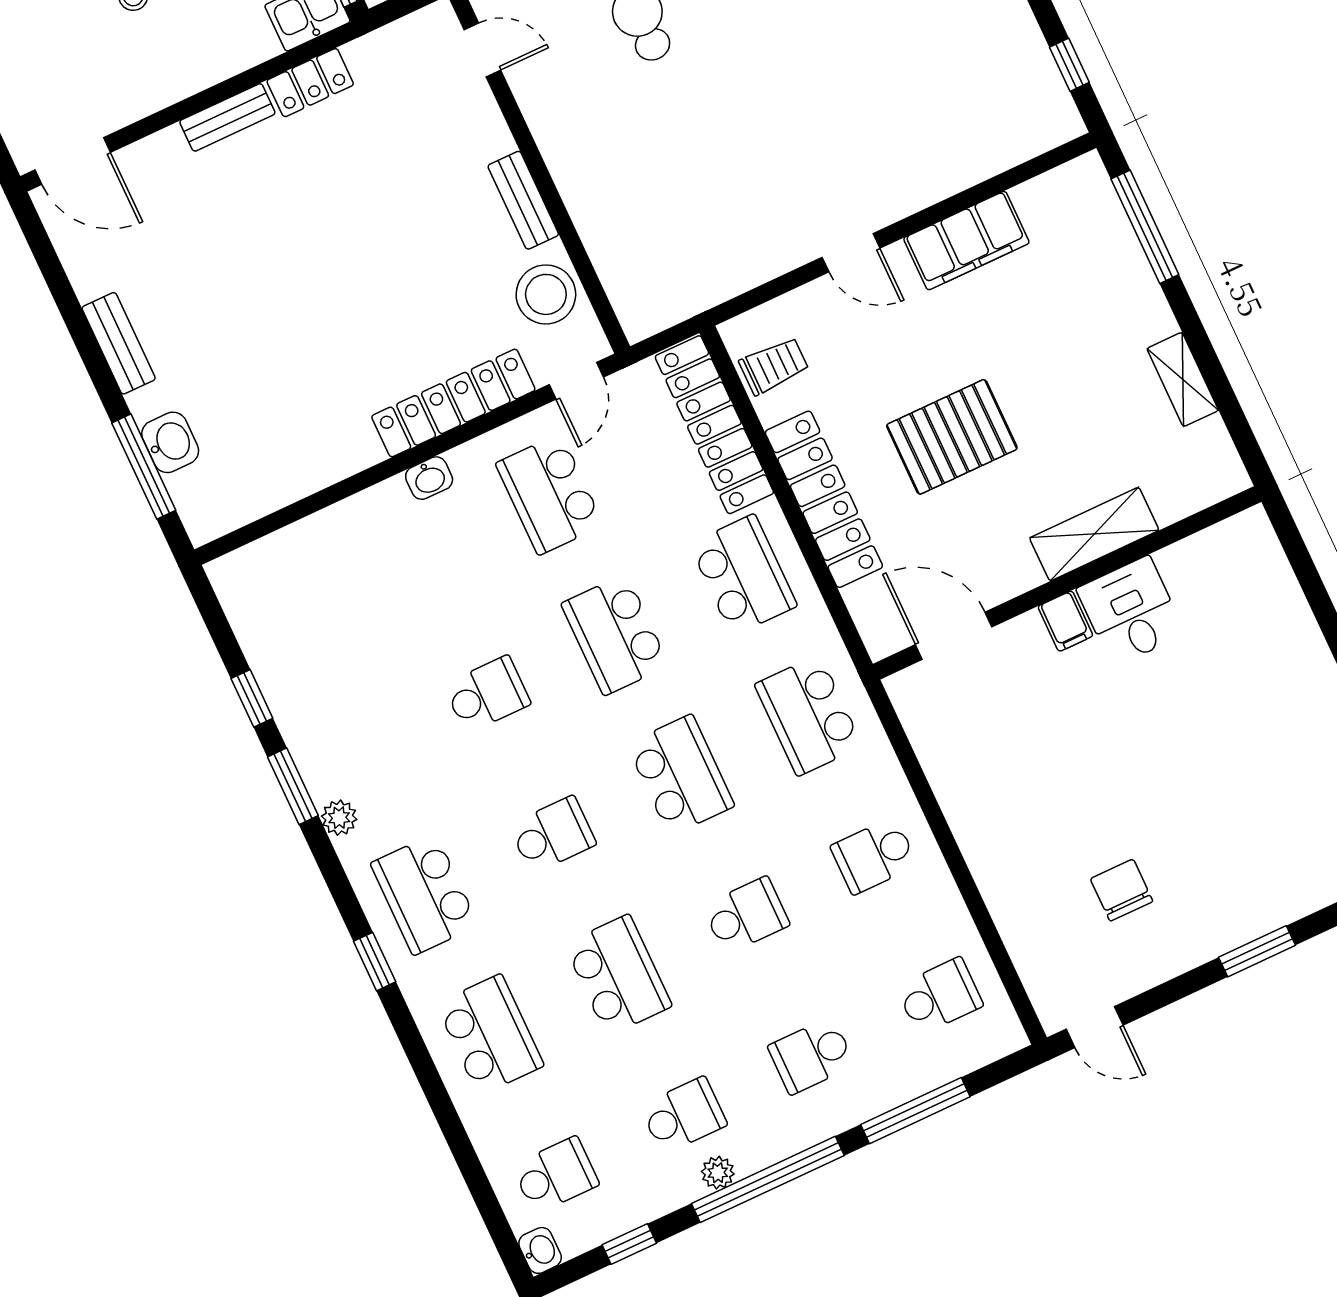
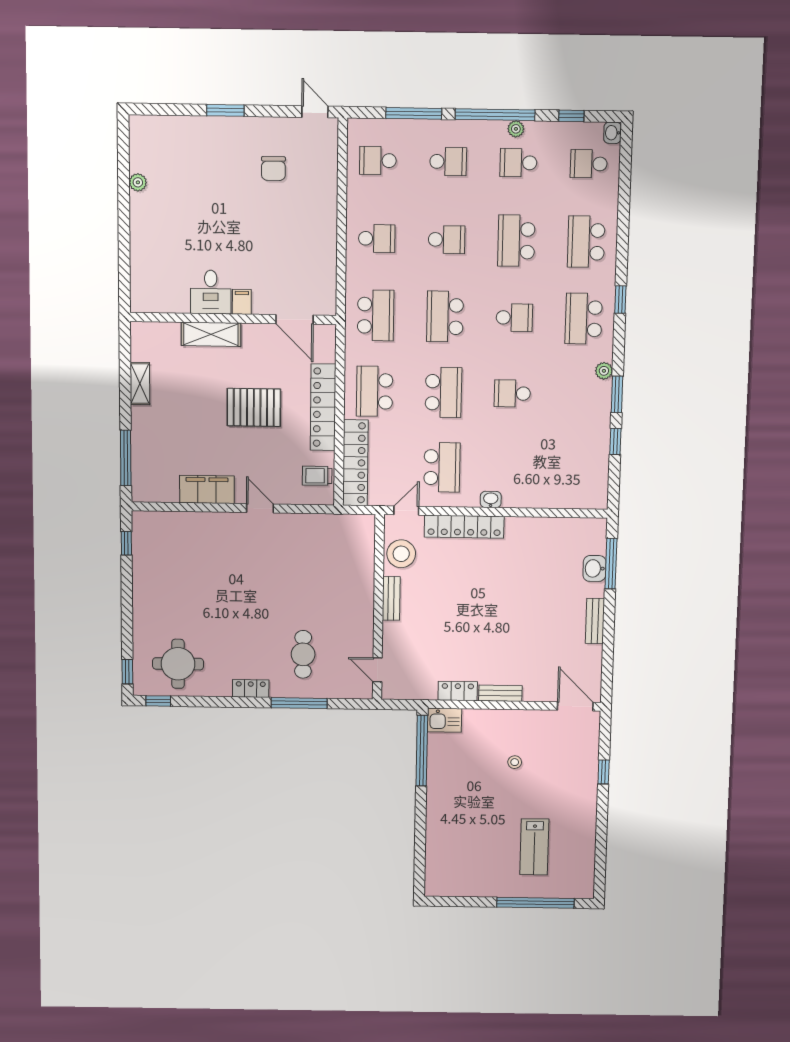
school desk: (552, 835) -> (514, 318), turned 180
school desk: (424, 894) -> (584, 319), turned 180
school desk: (746, 915) -> (447, 240), turned 180

